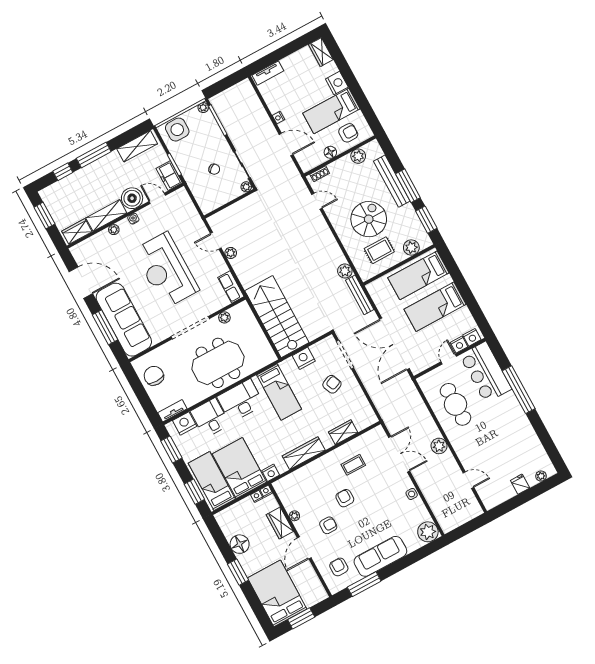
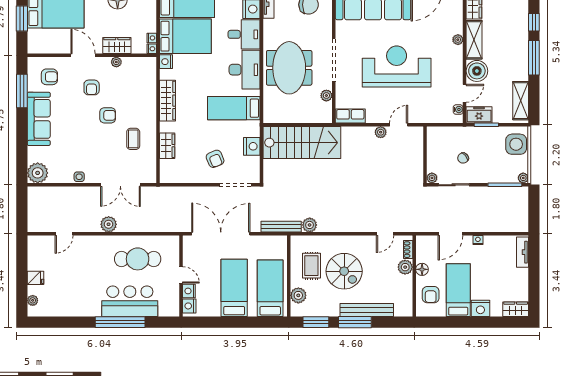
plant: (358, 156) -> (405, 267), moved
water cooler: (133, 219) -> (458, 110), moved
bar counter: (486, 372) -> (130, 301), moved

